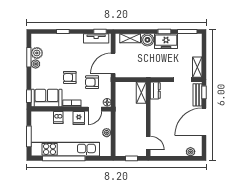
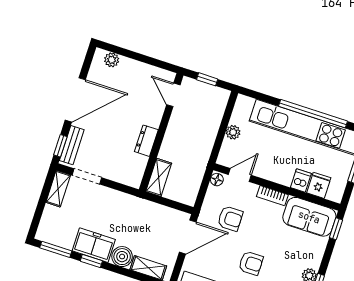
armchair: (70, 77) -> (251, 263), moved
dresser: (155, 90) -> (146, 141), moved
fridge: (79, 118) -> (319, 185), moved

